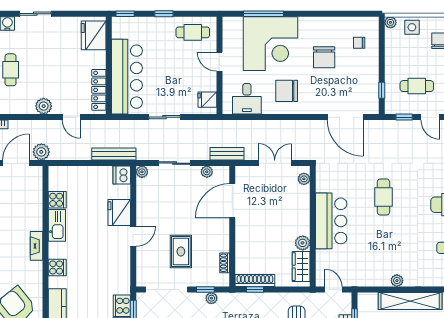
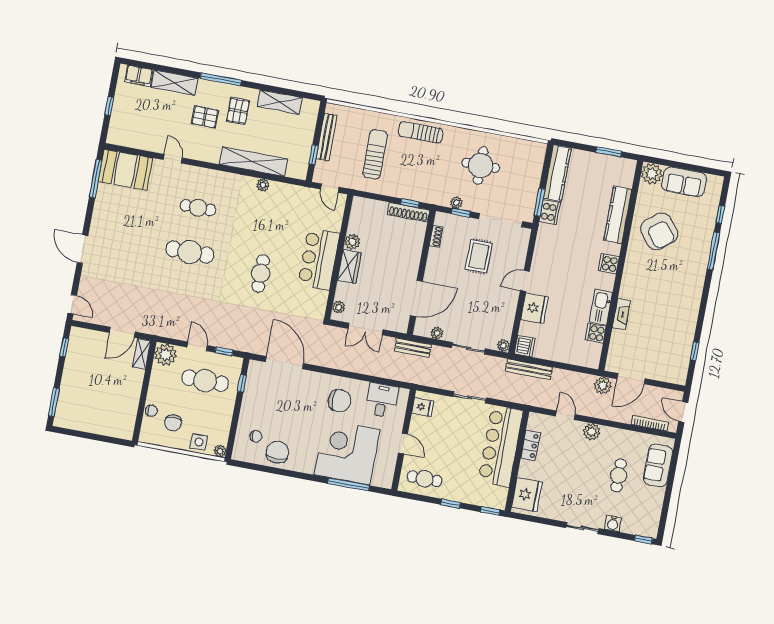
chair: (324, 57) -> (278, 452), moved
cafe table: (417, 86) -> (205, 381), width x1.37, depth x1.35
locker: (99, 90) -> (530, 445), width x0.66
fireplace: (36, 246) -> (621, 314), moved
wardrobe: (301, 267) -> (349, 266), moved

